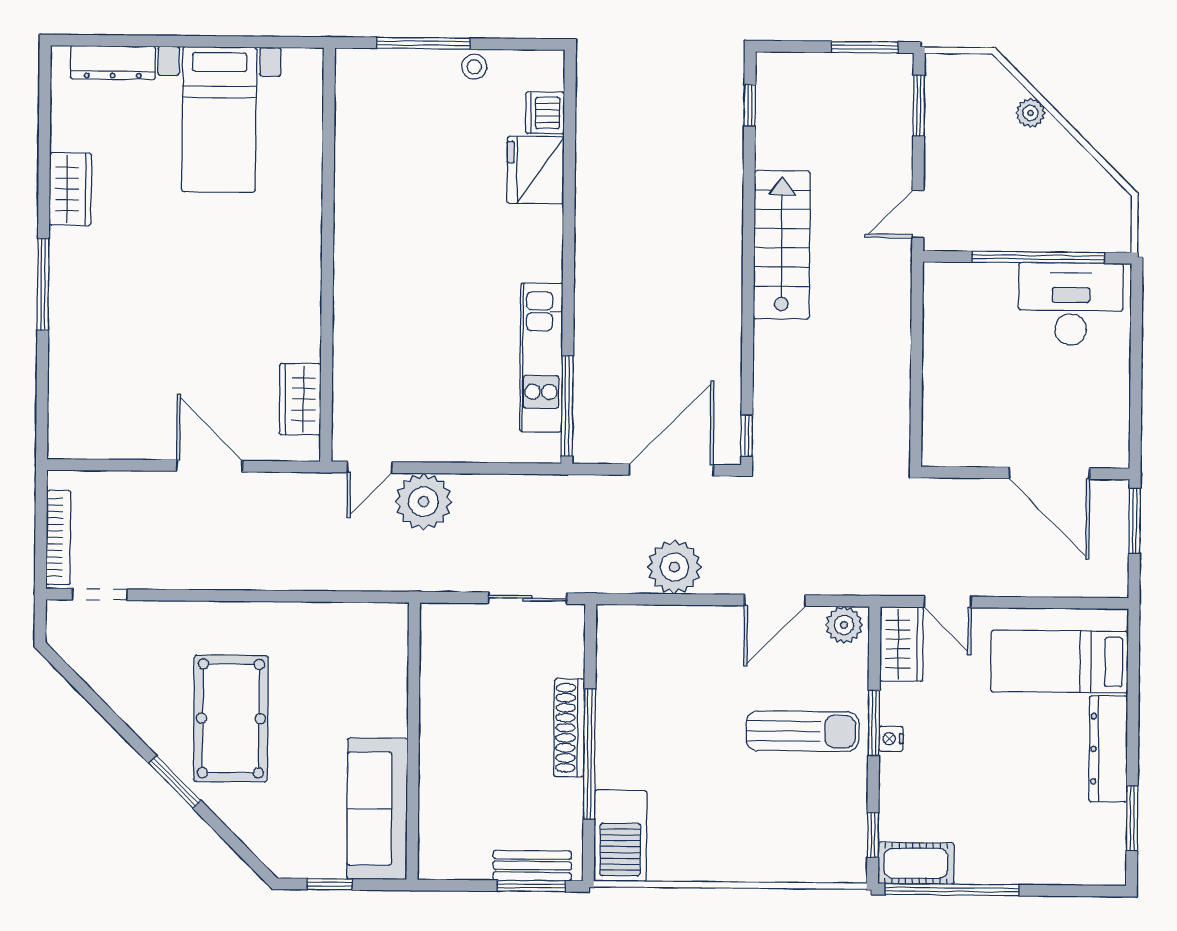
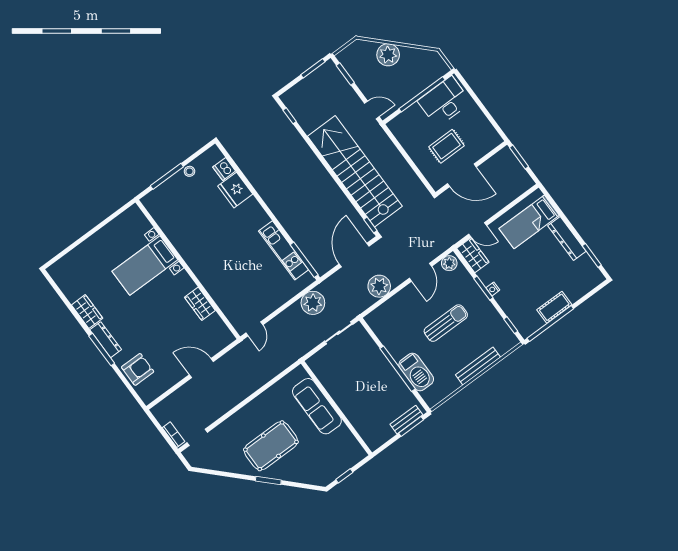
dresser: (113, 63) -> (106, 340), moved, turned -90
plant: (1030, 113) -> (388, 55), width x1.88, depth x1.88
bed with nightstands: (219, 119) -> (145, 265), moved, turned 90
door: (918, 214) -> (372, 110), swing flipped
stairs: (782, 245) -> (355, 171), width x1.86, depth x1.51
armchair: (84, 375) -> (138, 369), added
rug: (1010, 394) -> (446, 146), added
wardrobe: (300, 399) -> (200, 304), moved
door: (1049, 473) -> (462, 175), moved
plant: (424, 502) -> (313, 303), moved
bookcase: (58, 537) -> (174, 435), width x0.64
pool table: (231, 718) -> (271, 446), turned 90
shoe rack: (569, 728) -> (384, 365), removed
sun lounger: (802, 731) -> (446, 323), moved
sofa: (377, 809) -> (317, 406), moved
barbecue: (620, 836) -> (416, 372), moved
cot: (916, 863) -> (554, 307), moved
bench: (749, 867) -> (478, 366), added

